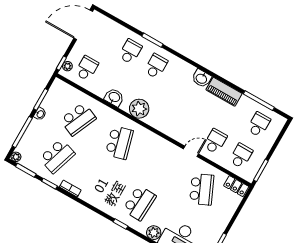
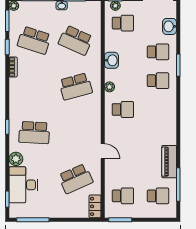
washbasin: (202, 78) -> (170, 26), moved
piano: (224, 92) -> (169, 162), moved
plant: (139, 109) -> (110, 87), width x0.53, depth x0.53
school desk: (215, 141) -> (123, 109), moved

